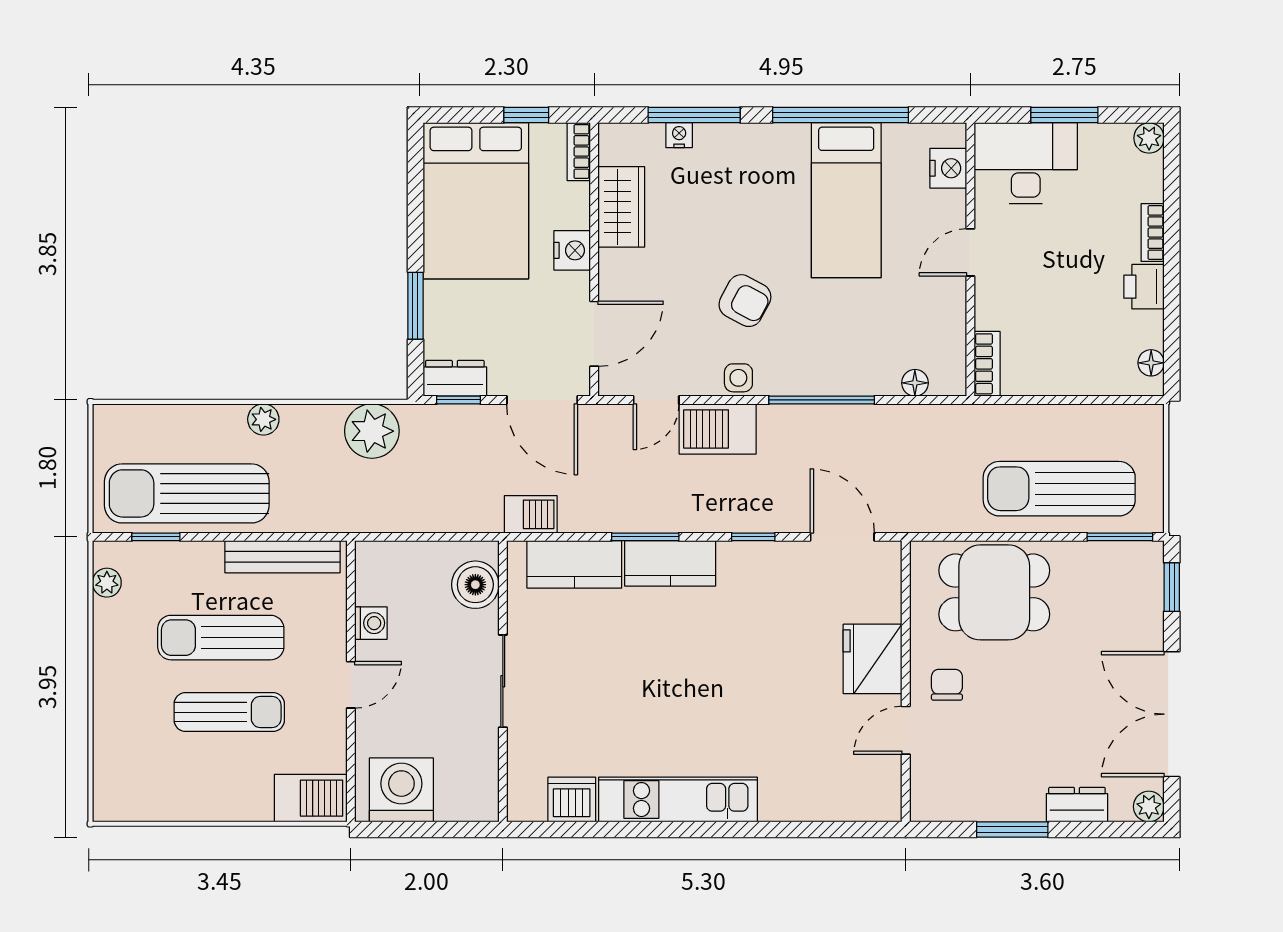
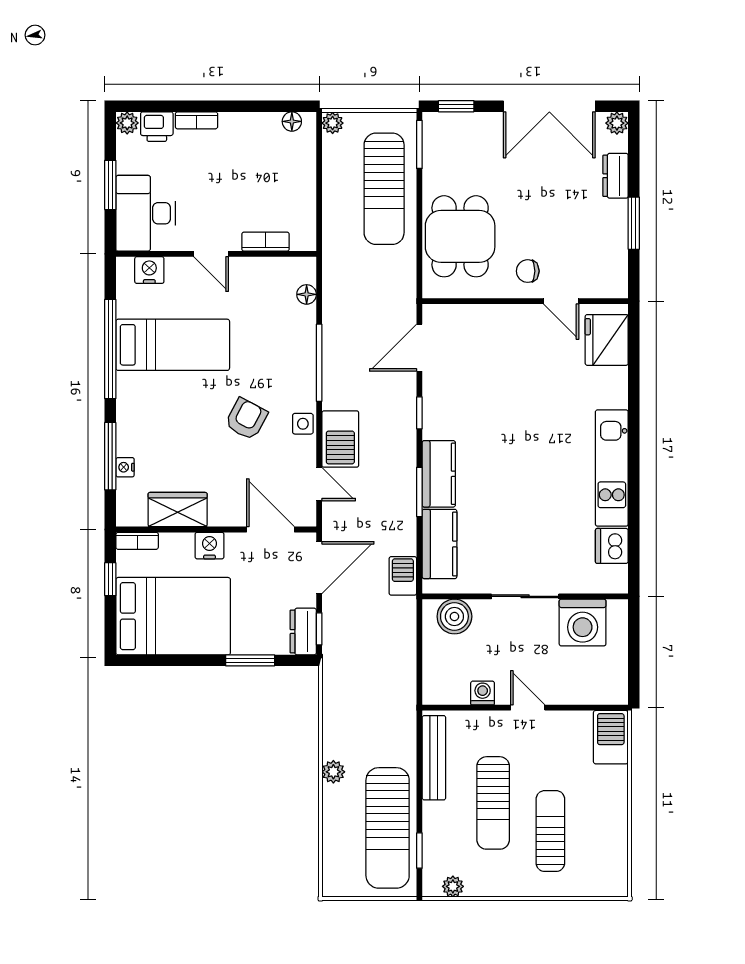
printer: (1144, 287) -> (157, 127), moved
bookcase: (987, 364) -> (265, 242), moved
plant: (372, 431) -> (333, 123), moved, width x0.53, depth x0.53
fridge: (873, 659) -> (607, 340), moved, turned 90
sun lounger: (229, 712) -> (550, 831), moved
washing machine: (401, 790) -> (583, 623), moved, turned -90

